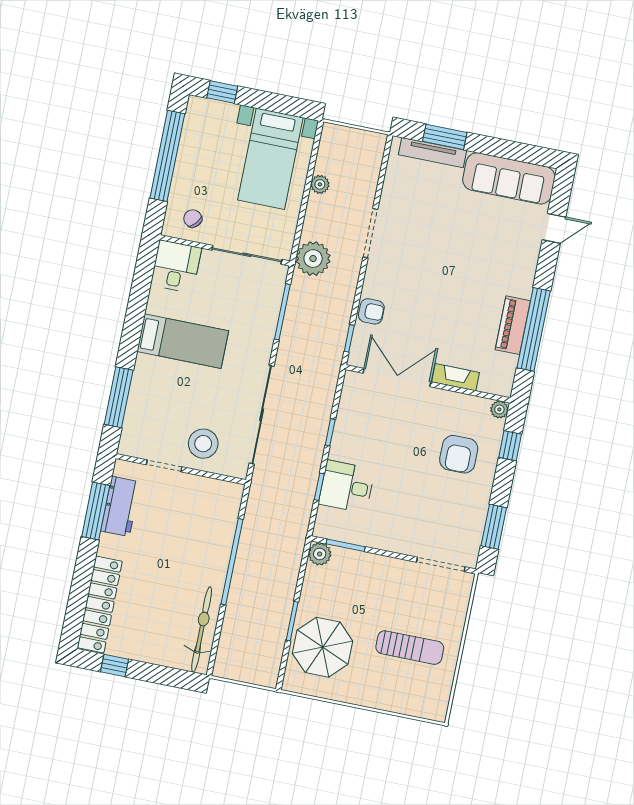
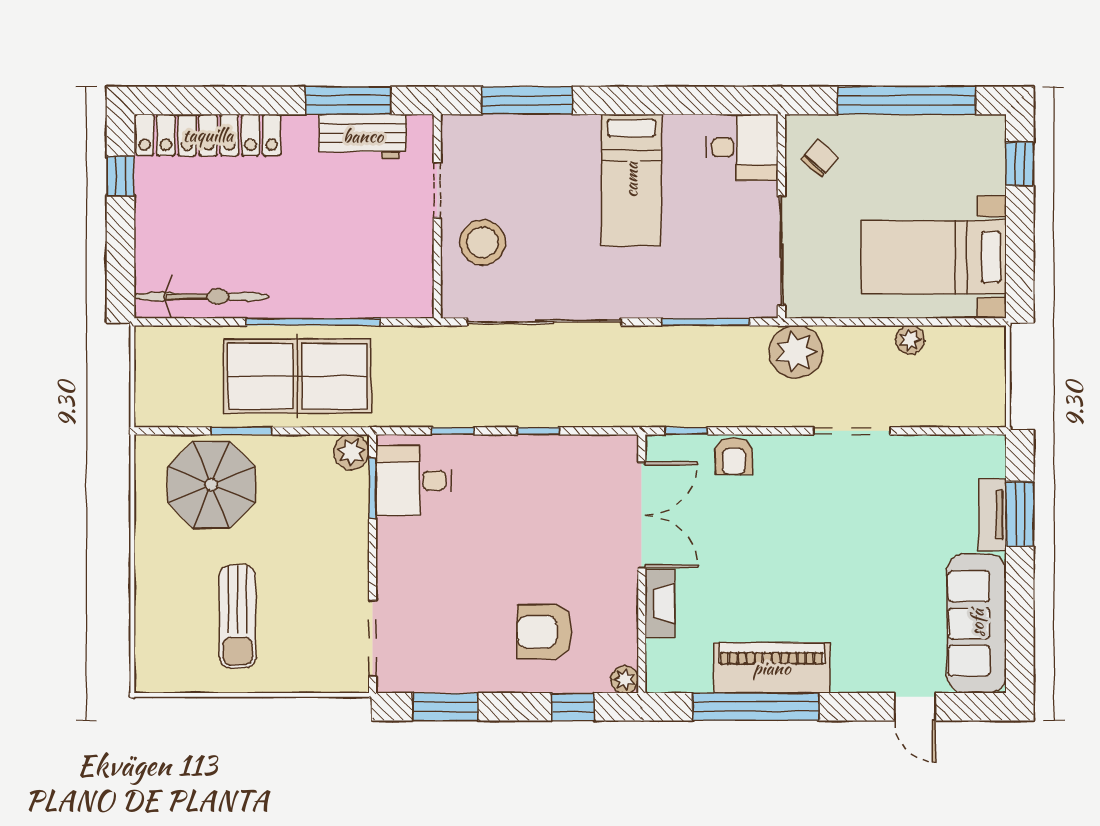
tv unit: (433, 153) -> (992, 515), width x0.71
piano: (513, 325) -> (772, 668), width x1.37, depth x1.33
desk: (347, 487) -> (414, 480), moved, turned -90
table tennis table: (265, 579) -> (297, 376), added

